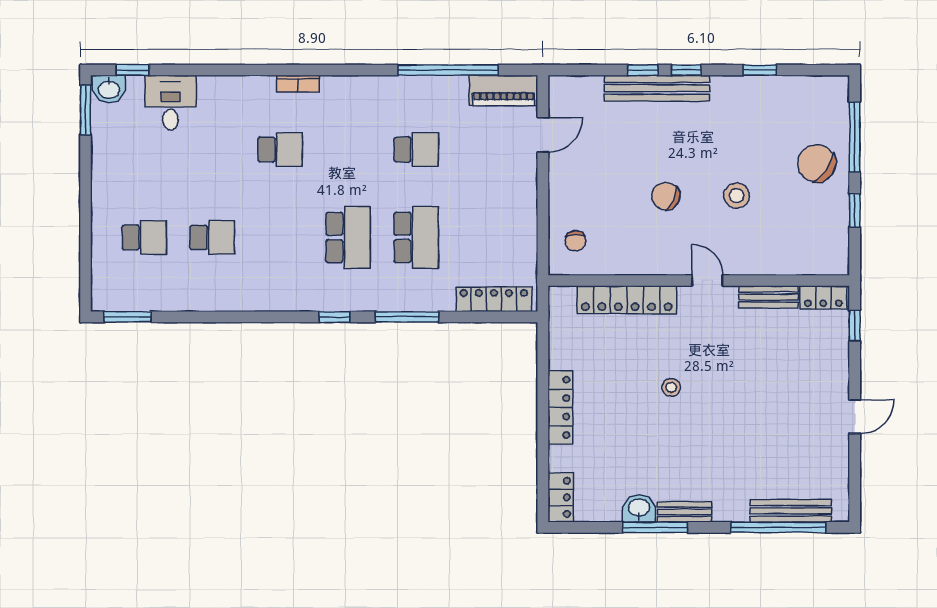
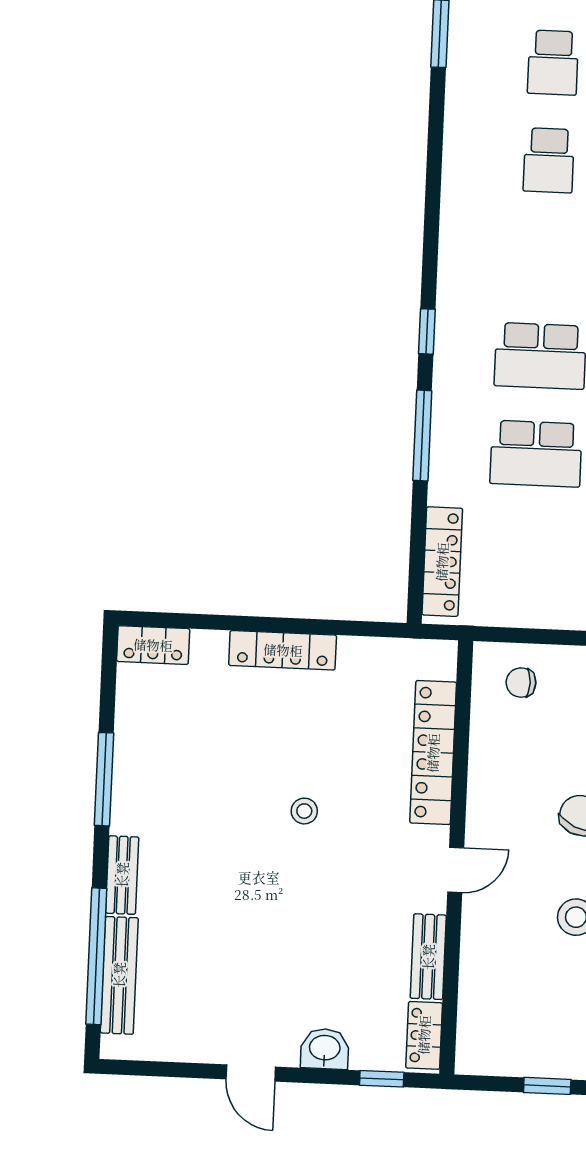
washbasin: (639, 508) -> (325, 1049), moved, turned -90
bench: (684, 512) -> (122, 875), moved

